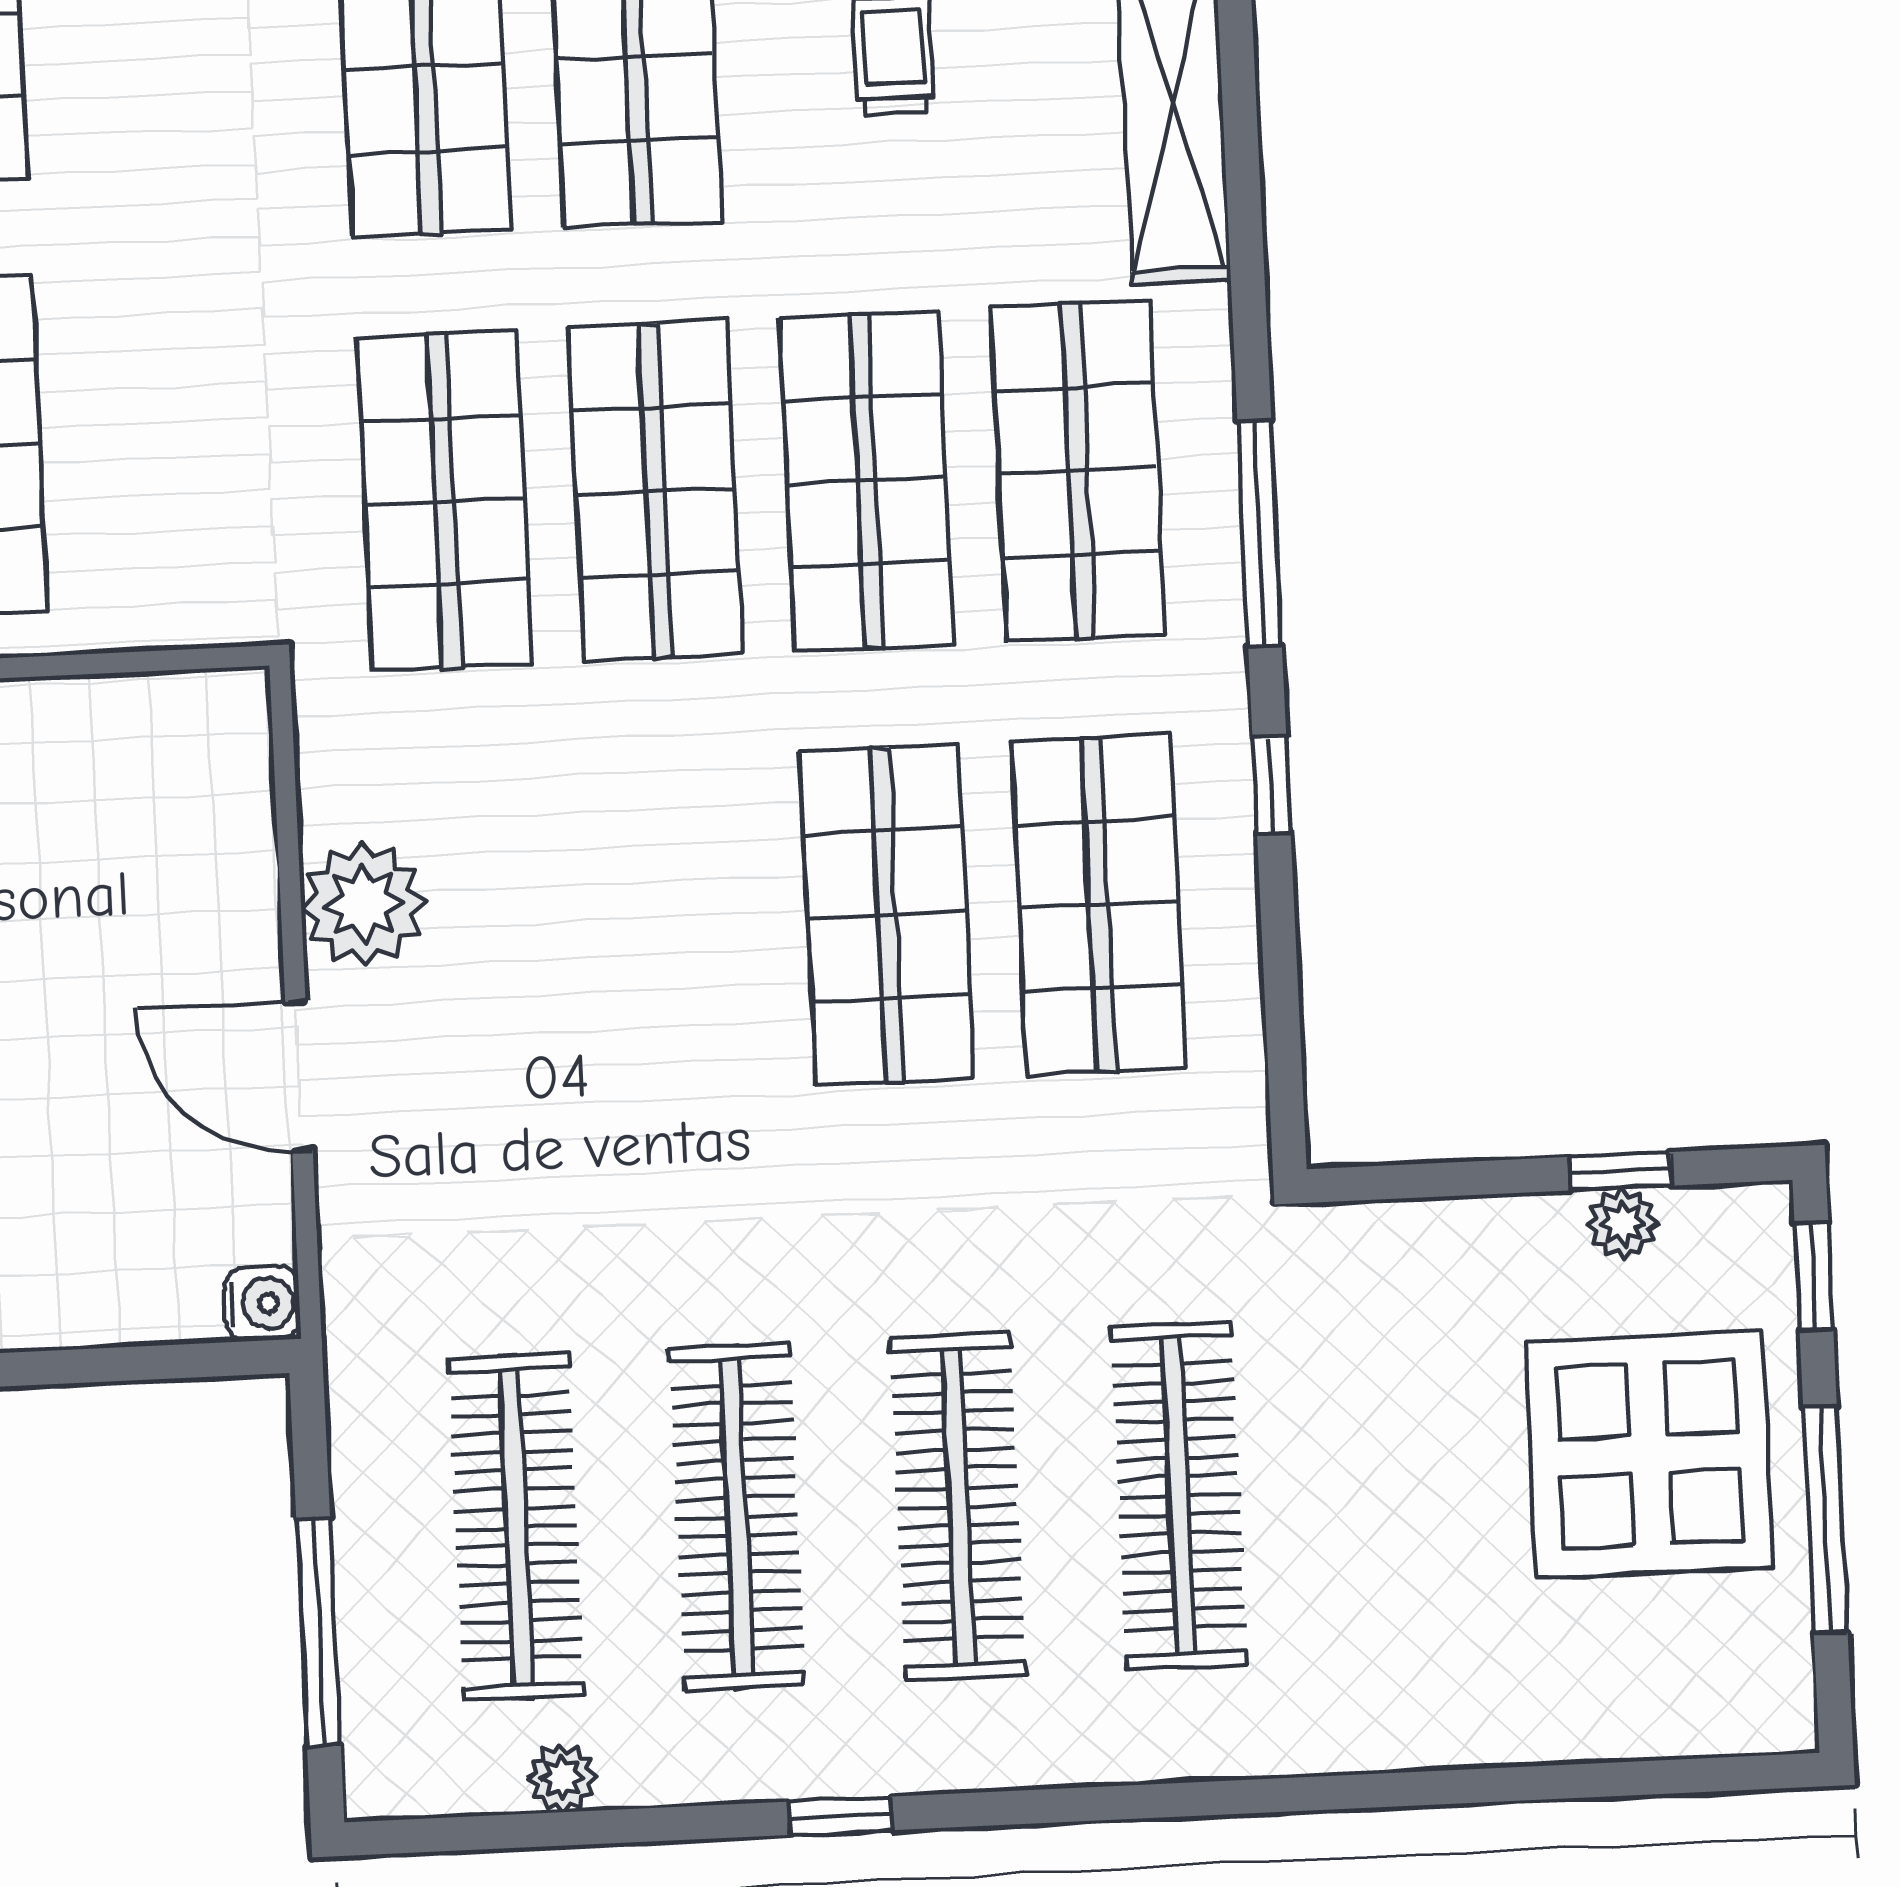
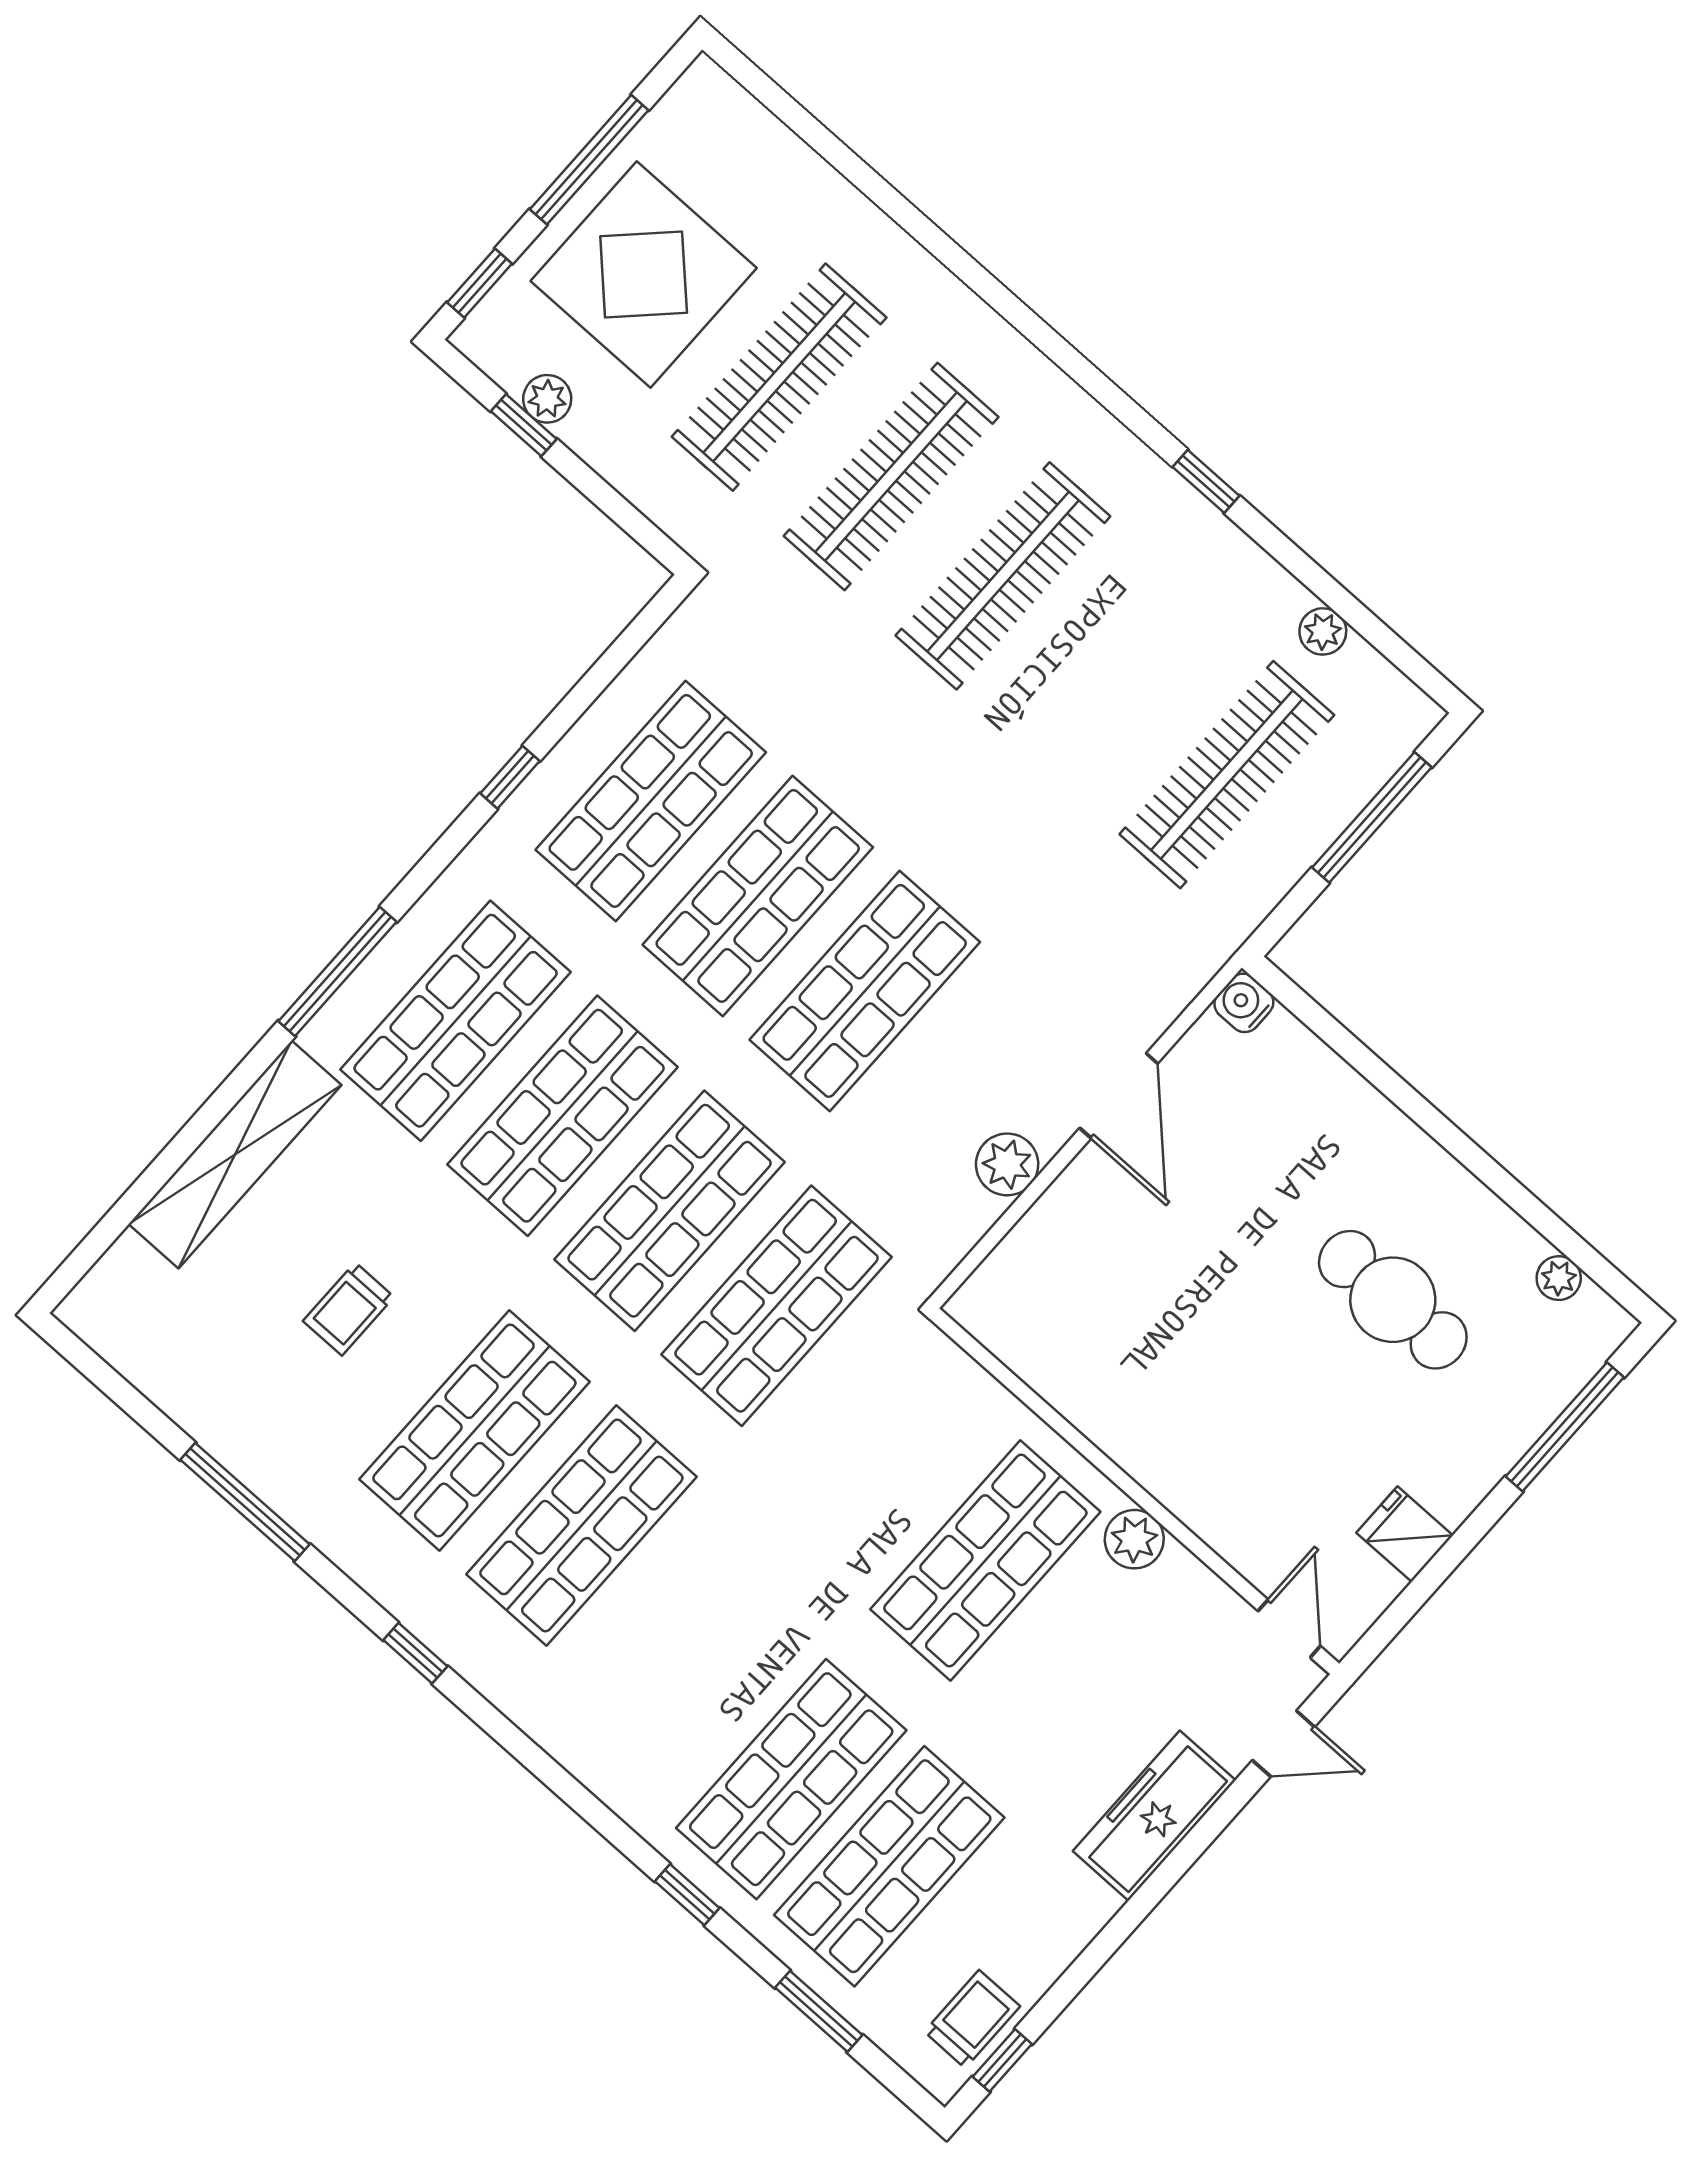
window: (1260, 533) -> (337, 972), moved
plant: (364, 904) -> (1007, 1164), width x0.73, depth x0.73
shop shelf: (676, 925) -> (865, 991), added
clothes rail: (737, 1517) -> (779, 377), moved

